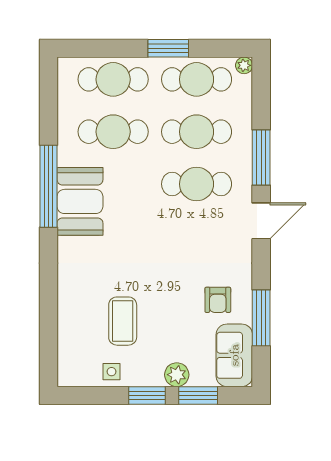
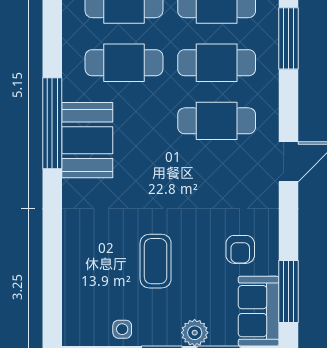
window: (261, 157) -> (288, 38), moved
window: (261, 318) -> (288, 292), moved
coffee table: (123, 321) -> (156, 261), moved

